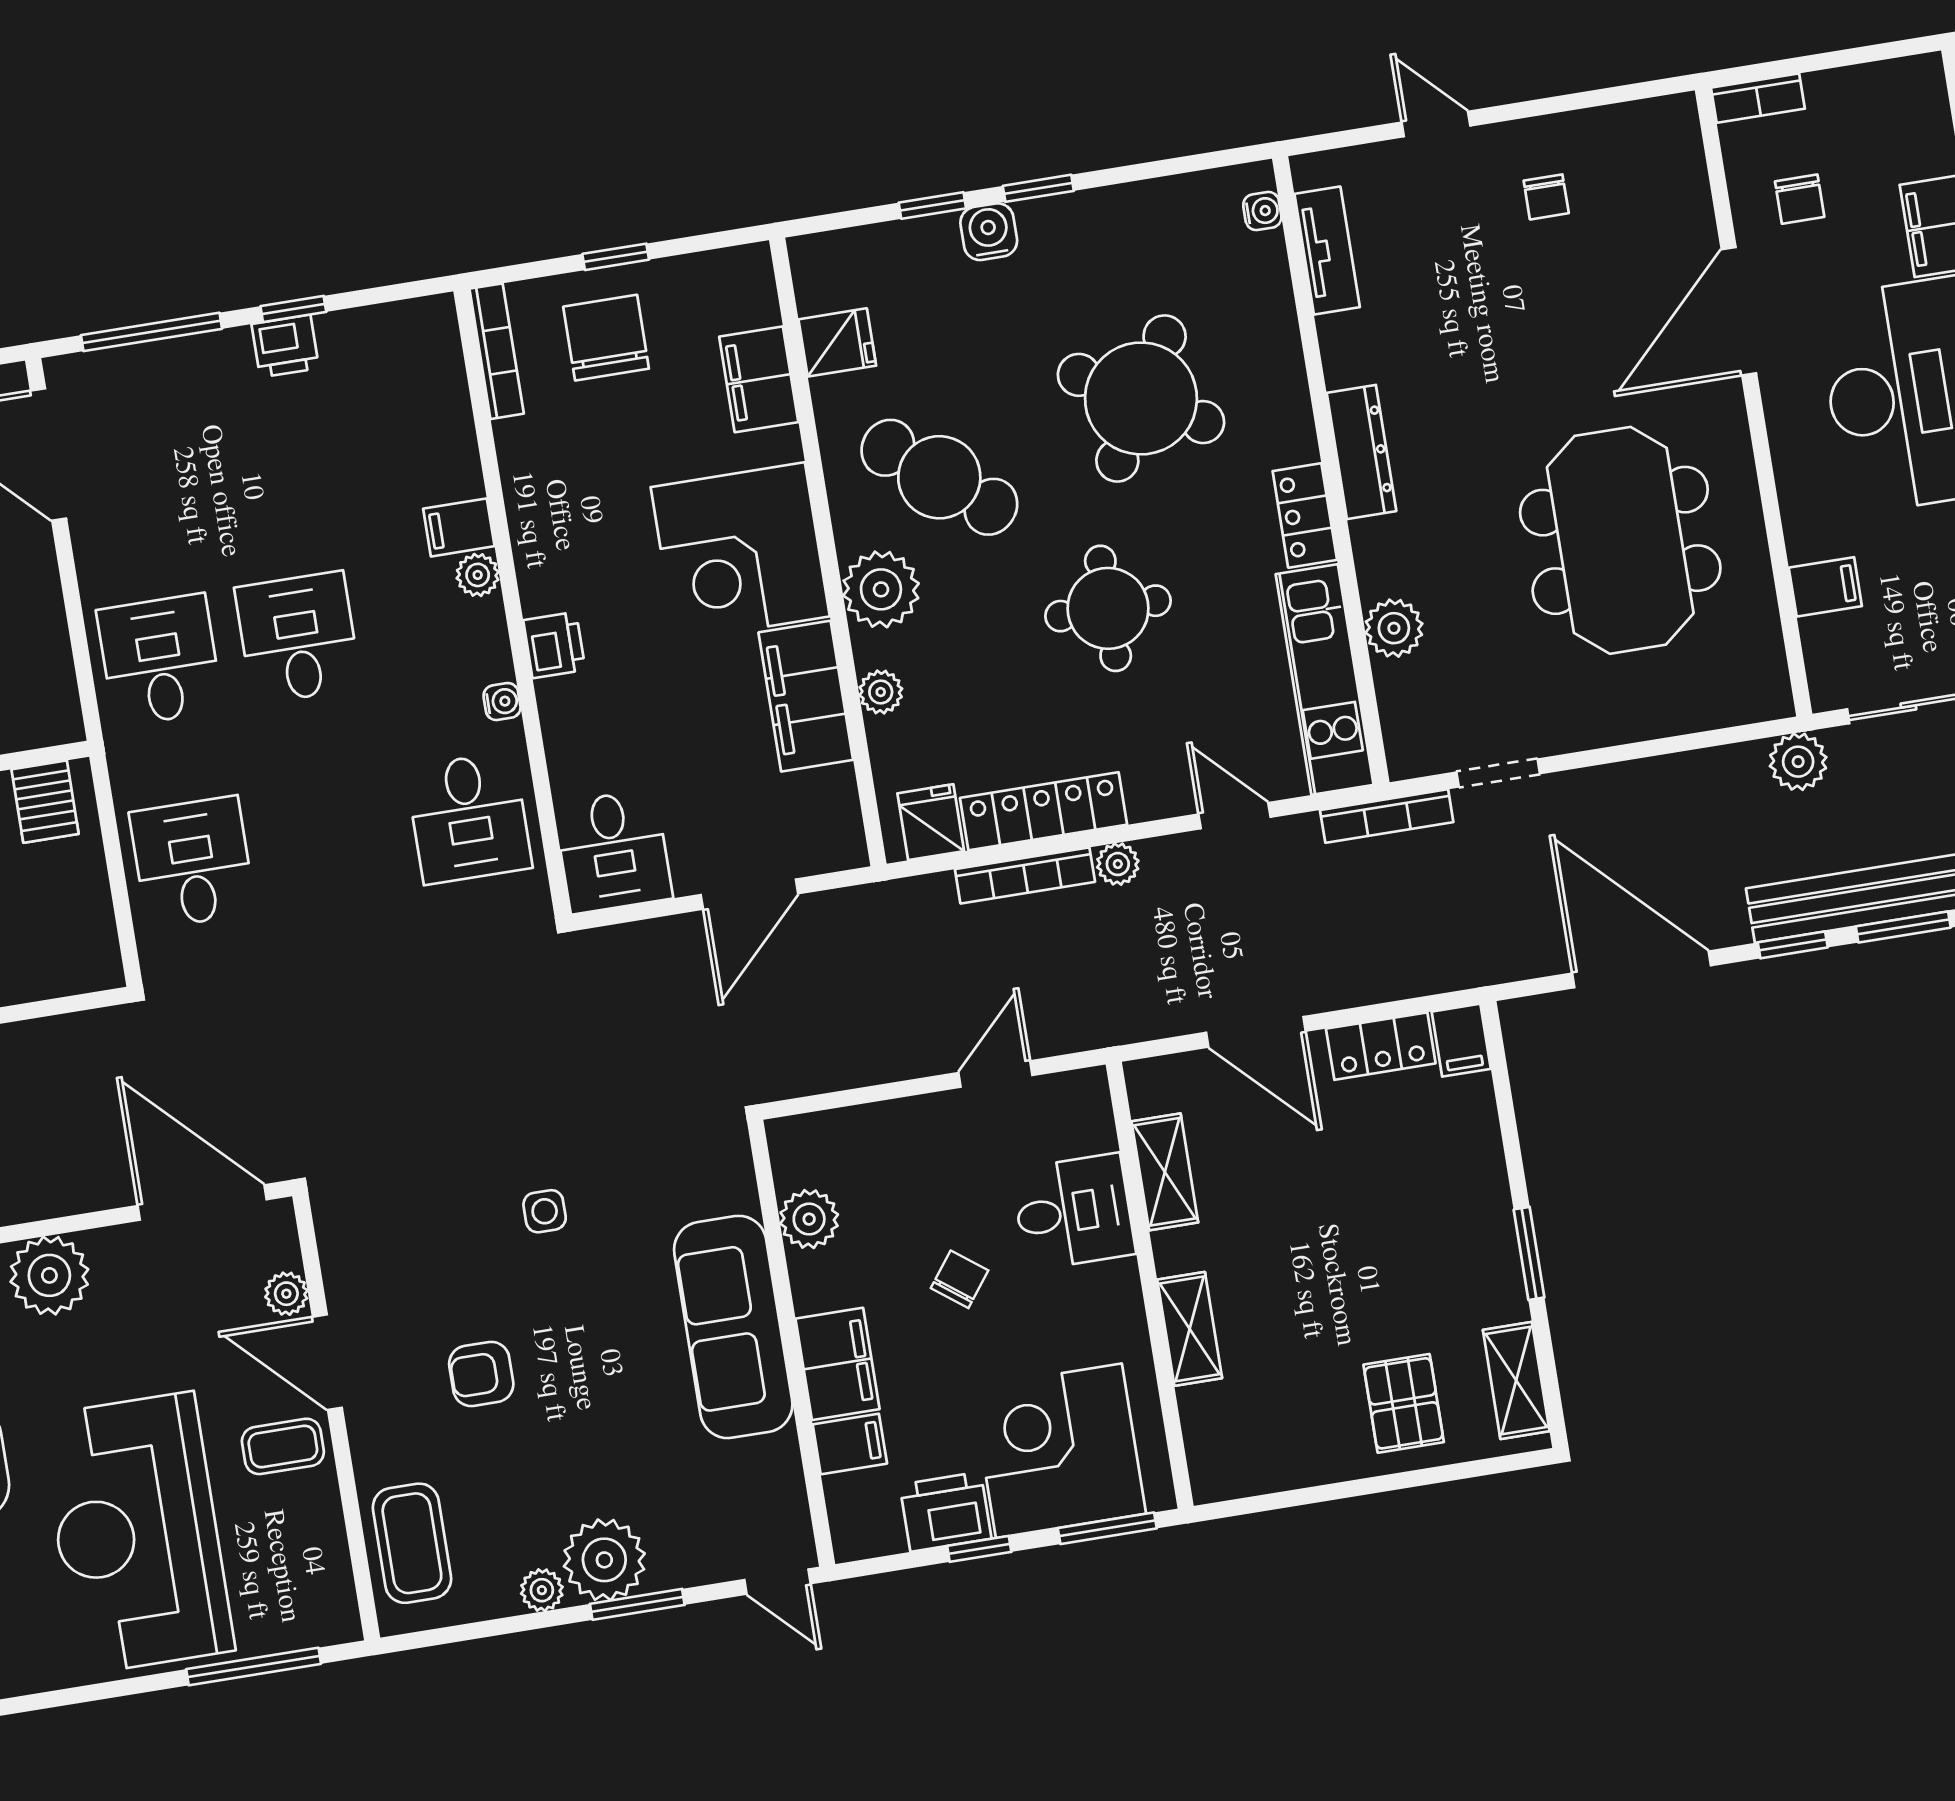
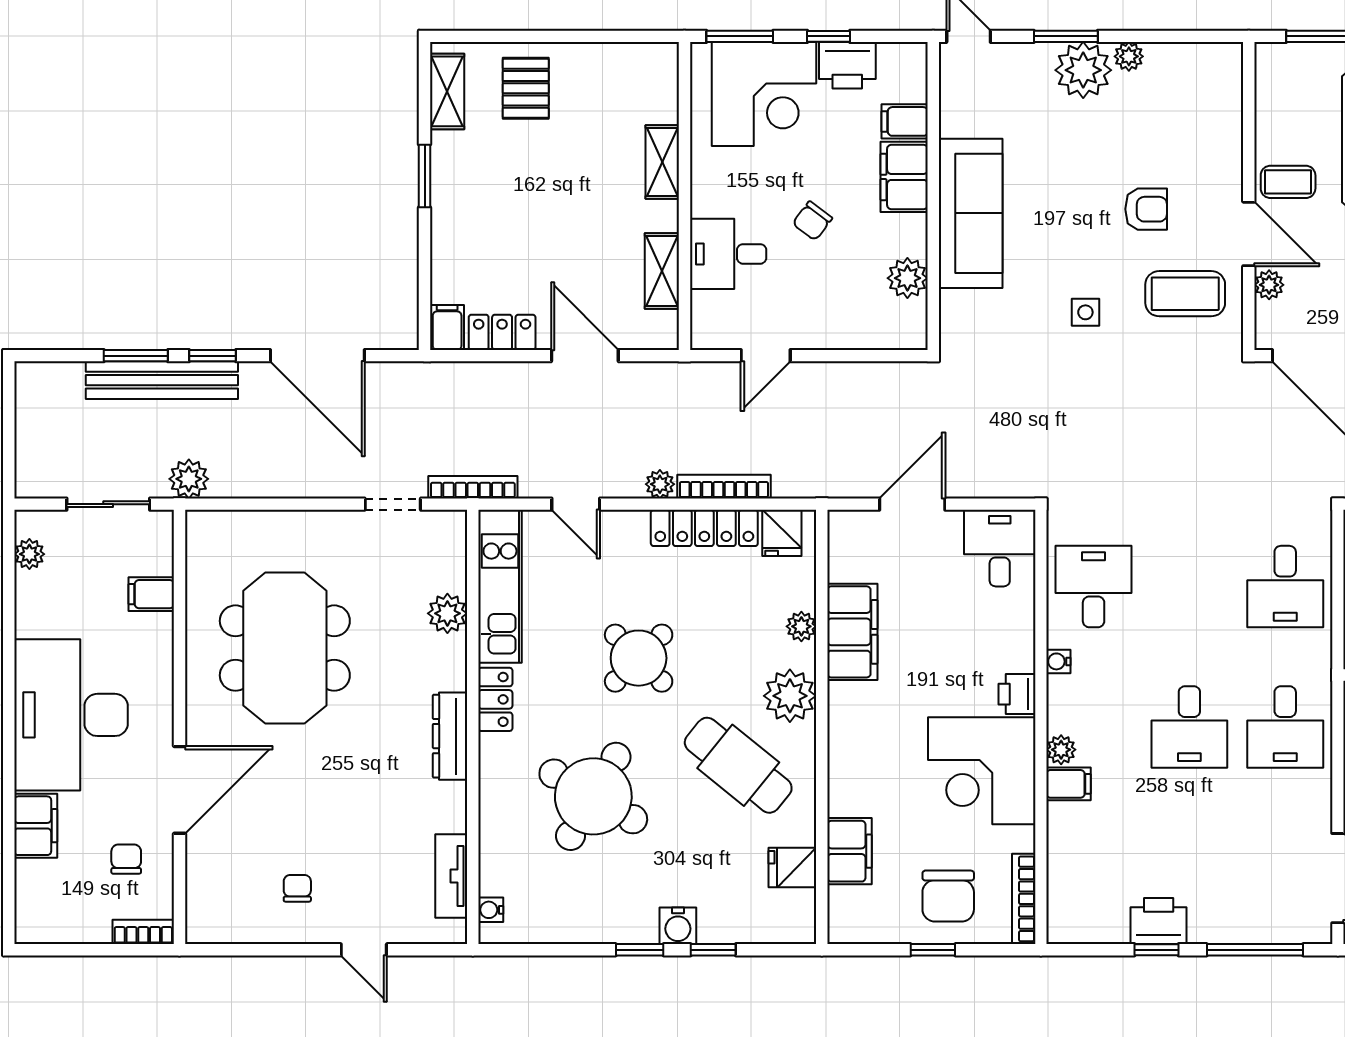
printer: (285, 346) -> (1159, 921), width x1.36, depth x1.24
corner desk: (740, 552) -> (982, 771), moved, turned 180
round table: (1108, 608) -> (639, 658), turned 45
coffee table: (412, 1543) -> (1185, 294), moved, turned 90

